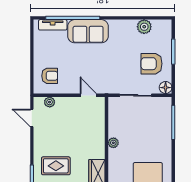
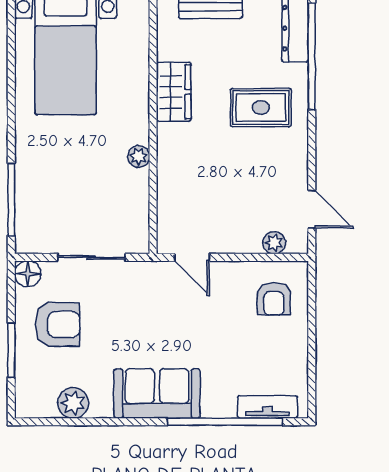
sofa: (88, 31) -> (157, 394), moved
armchair: (50, 76) -> (274, 299), turned -90

